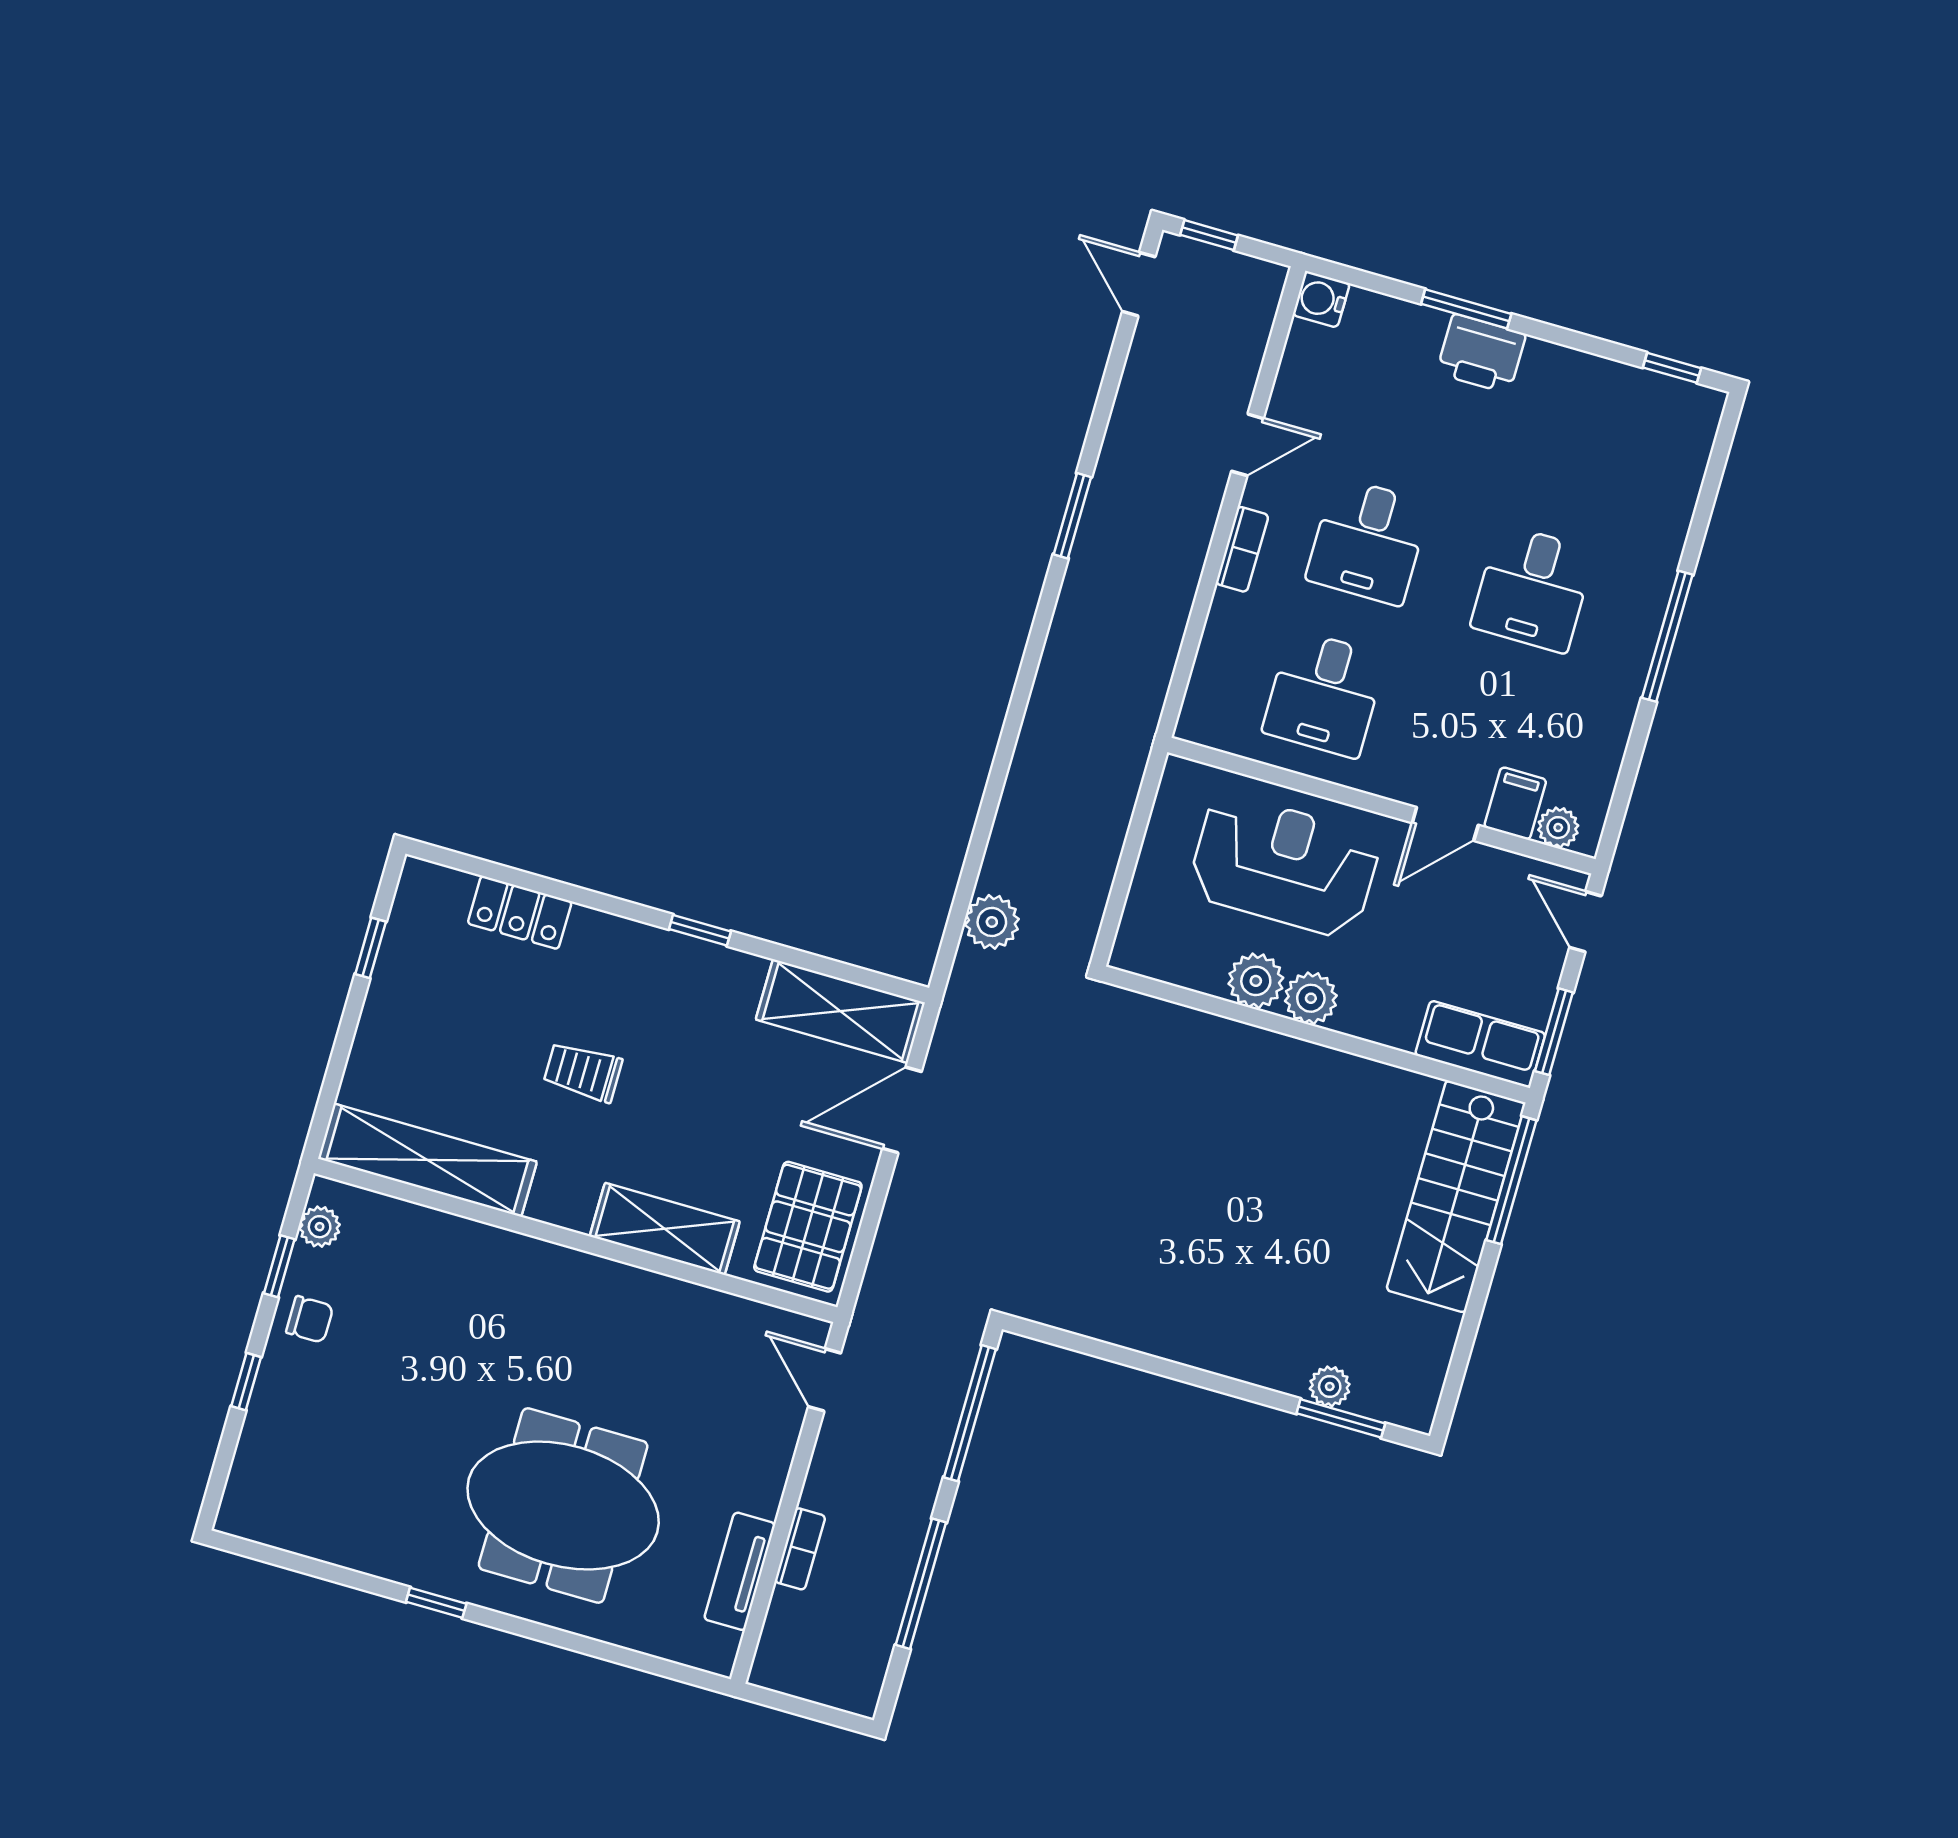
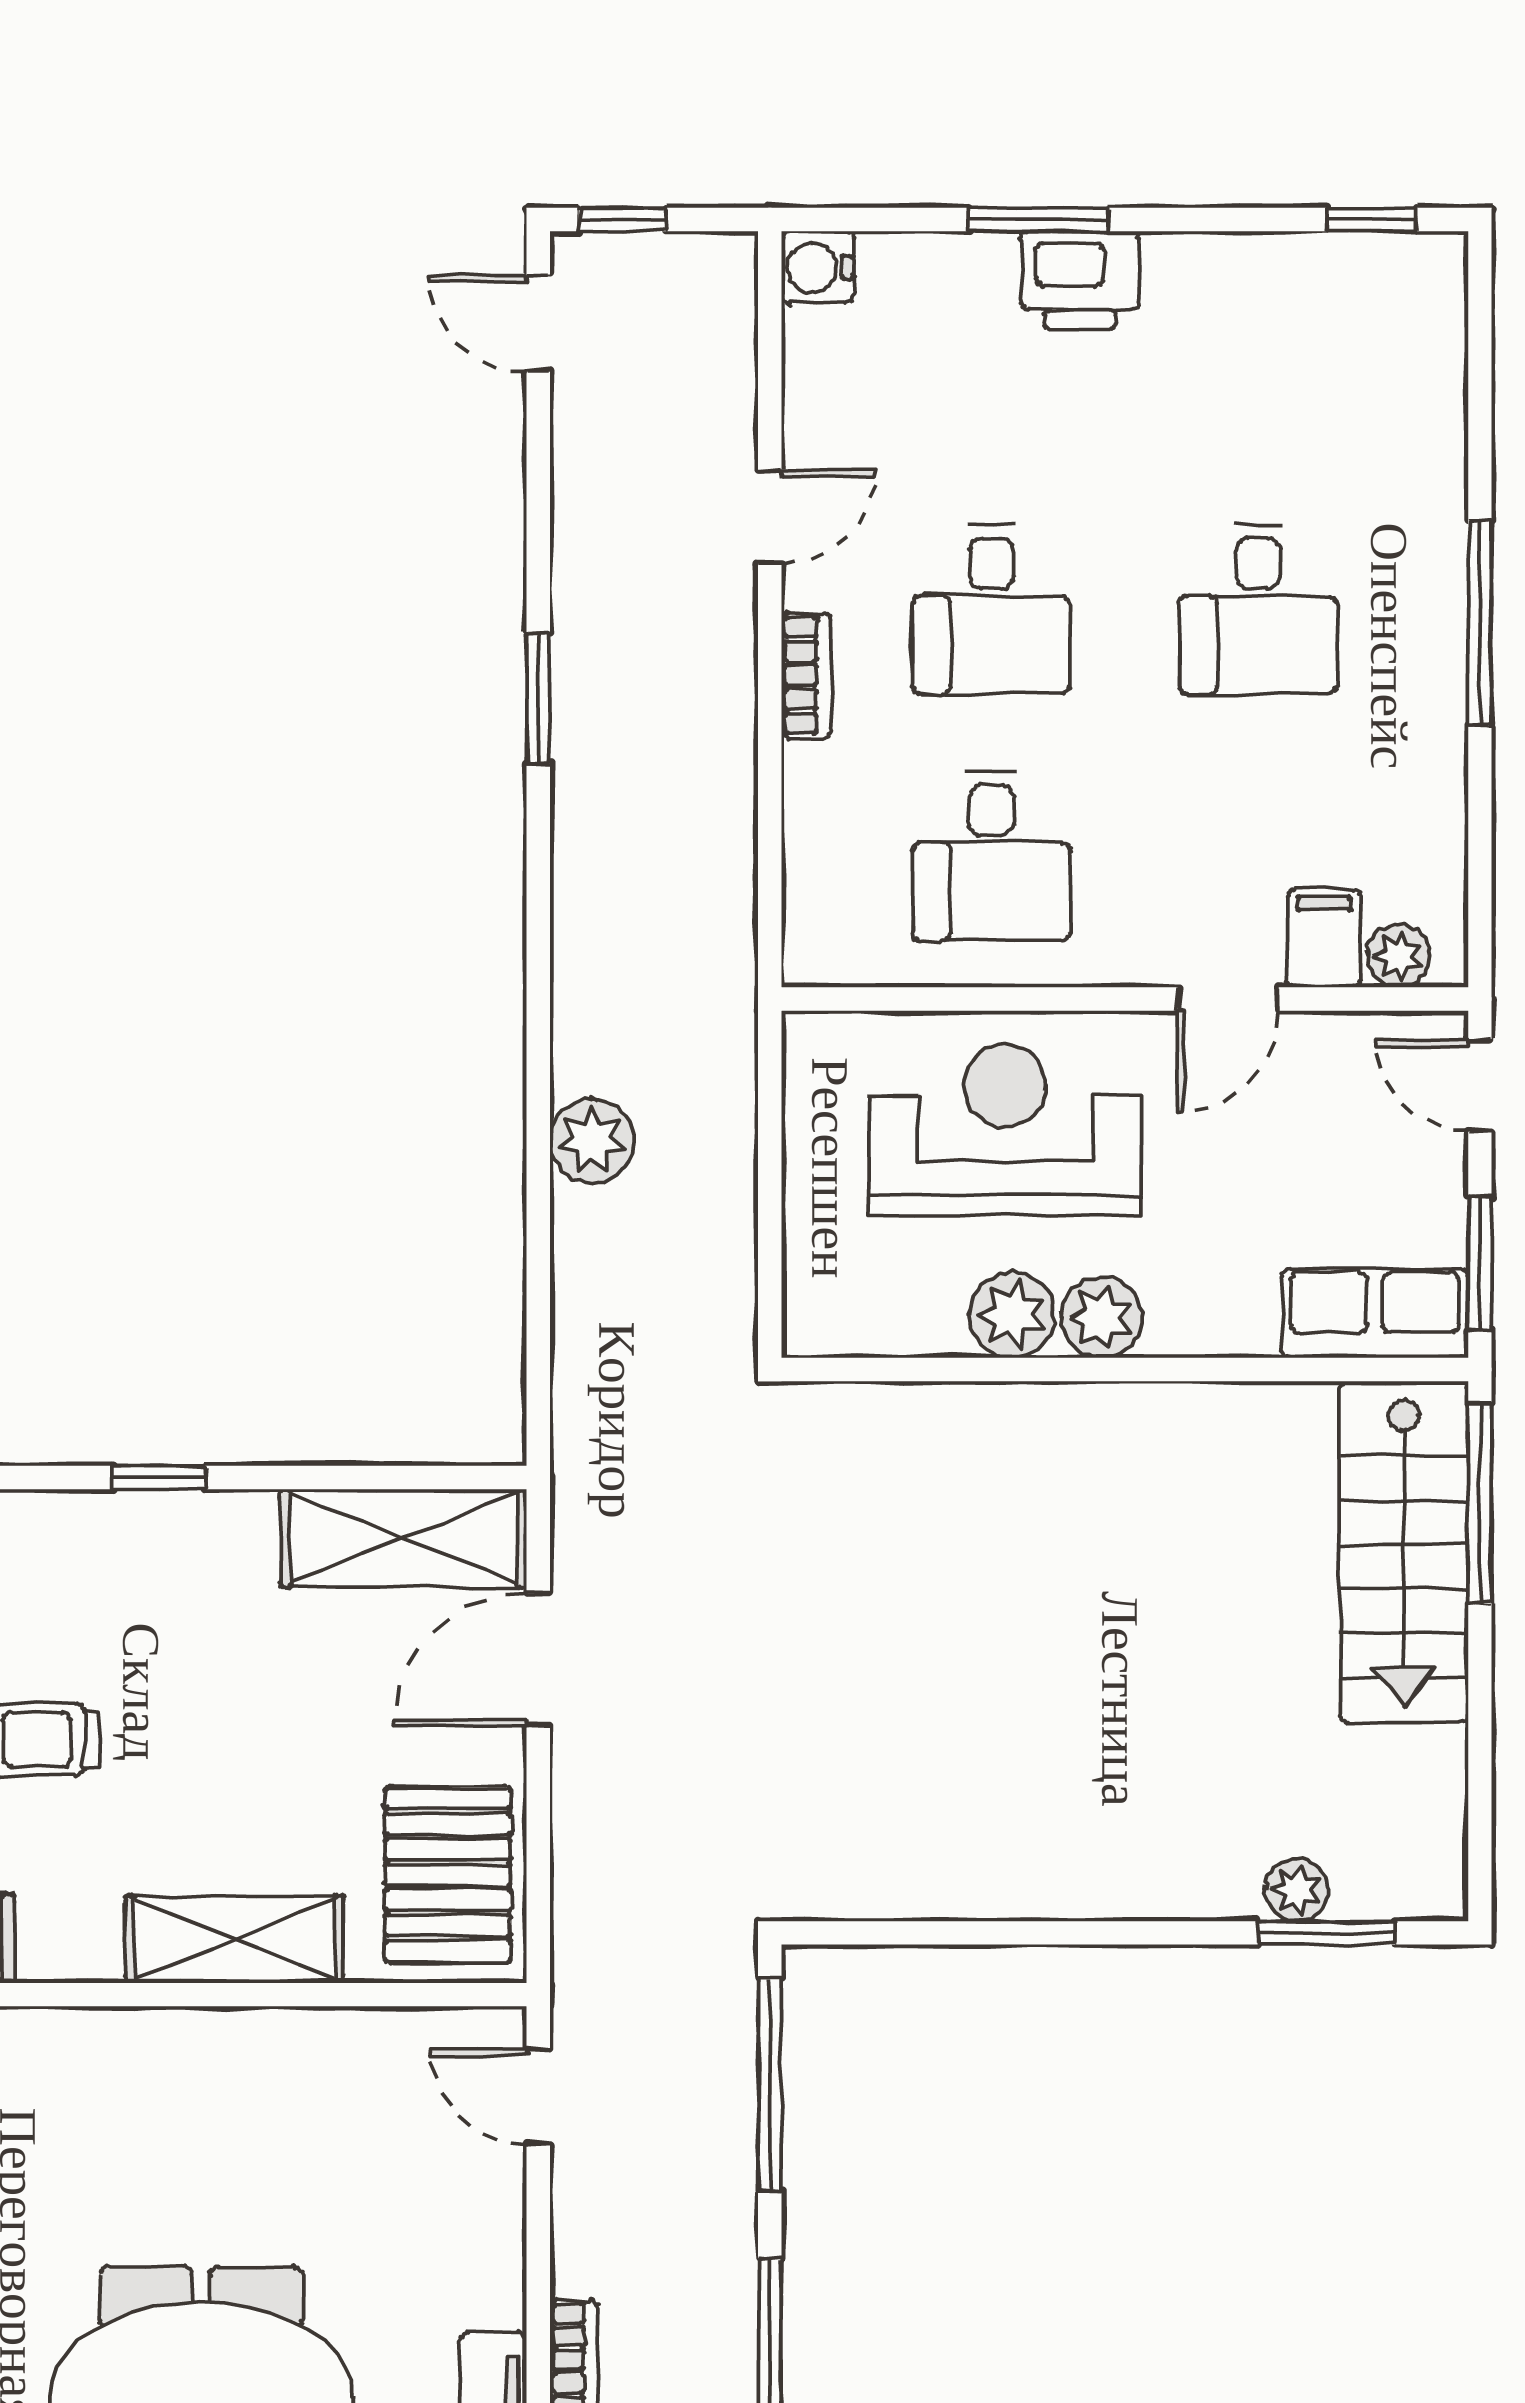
plant: (992, 922) -> (592, 1141), moved

